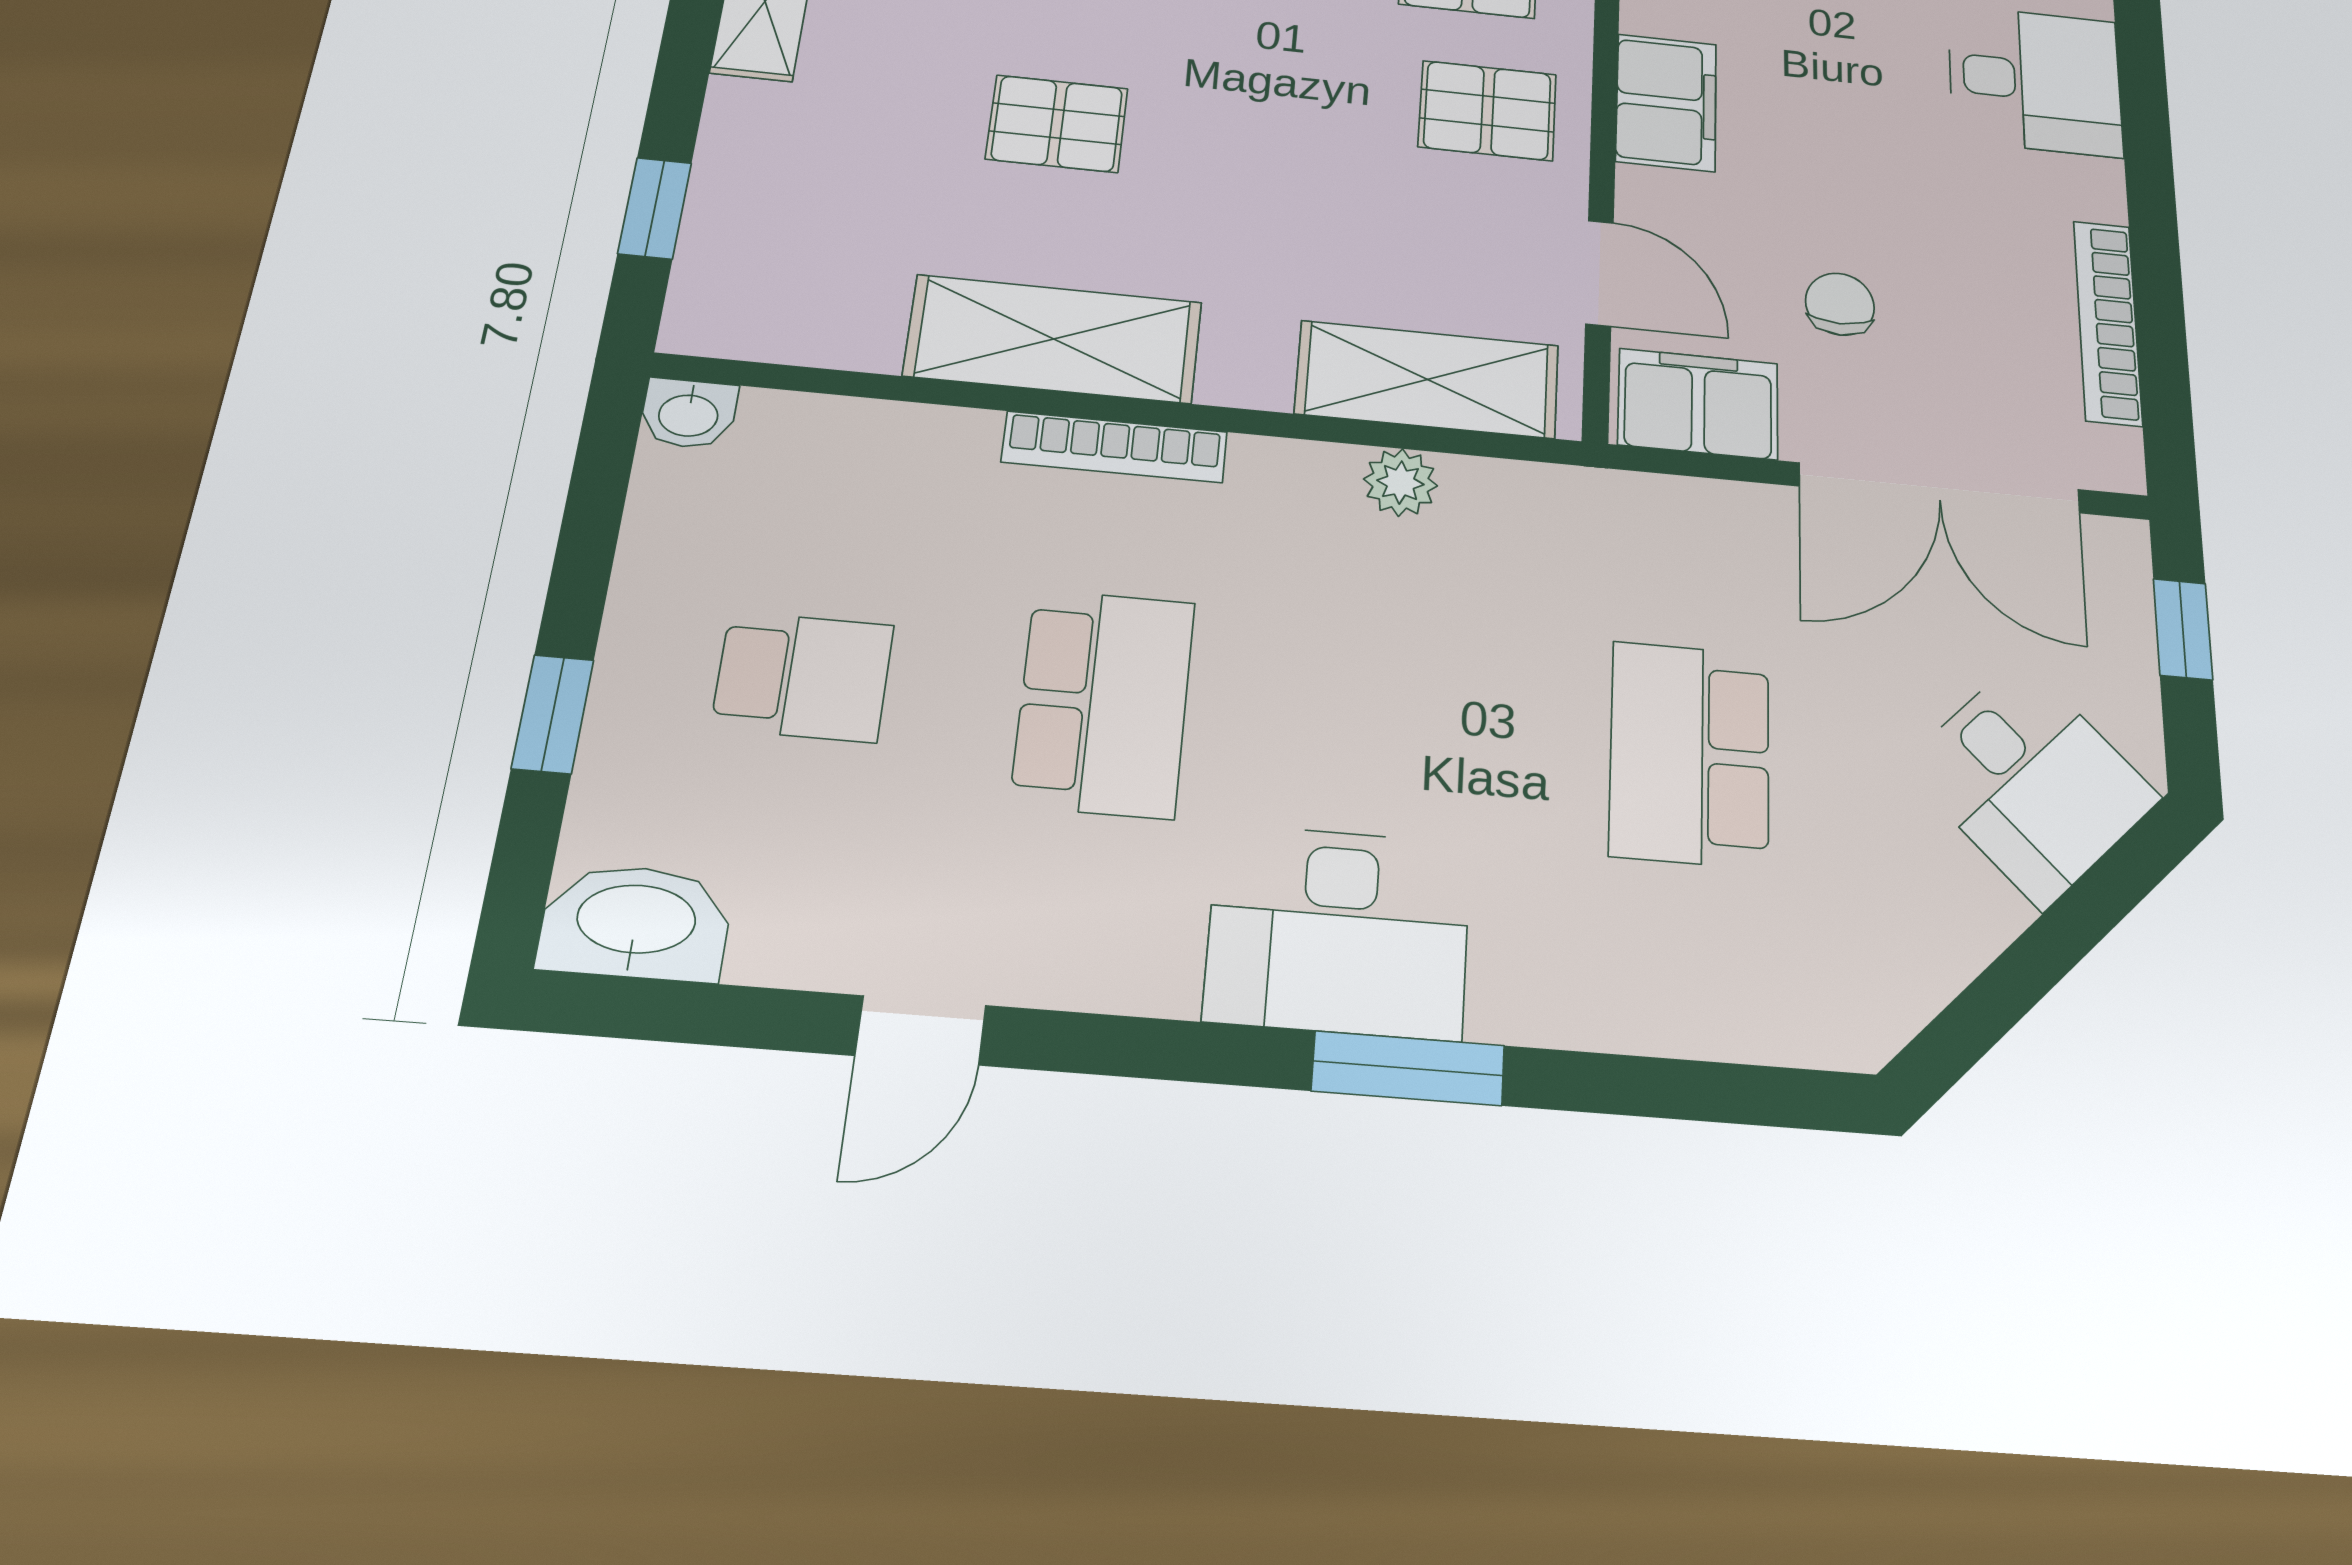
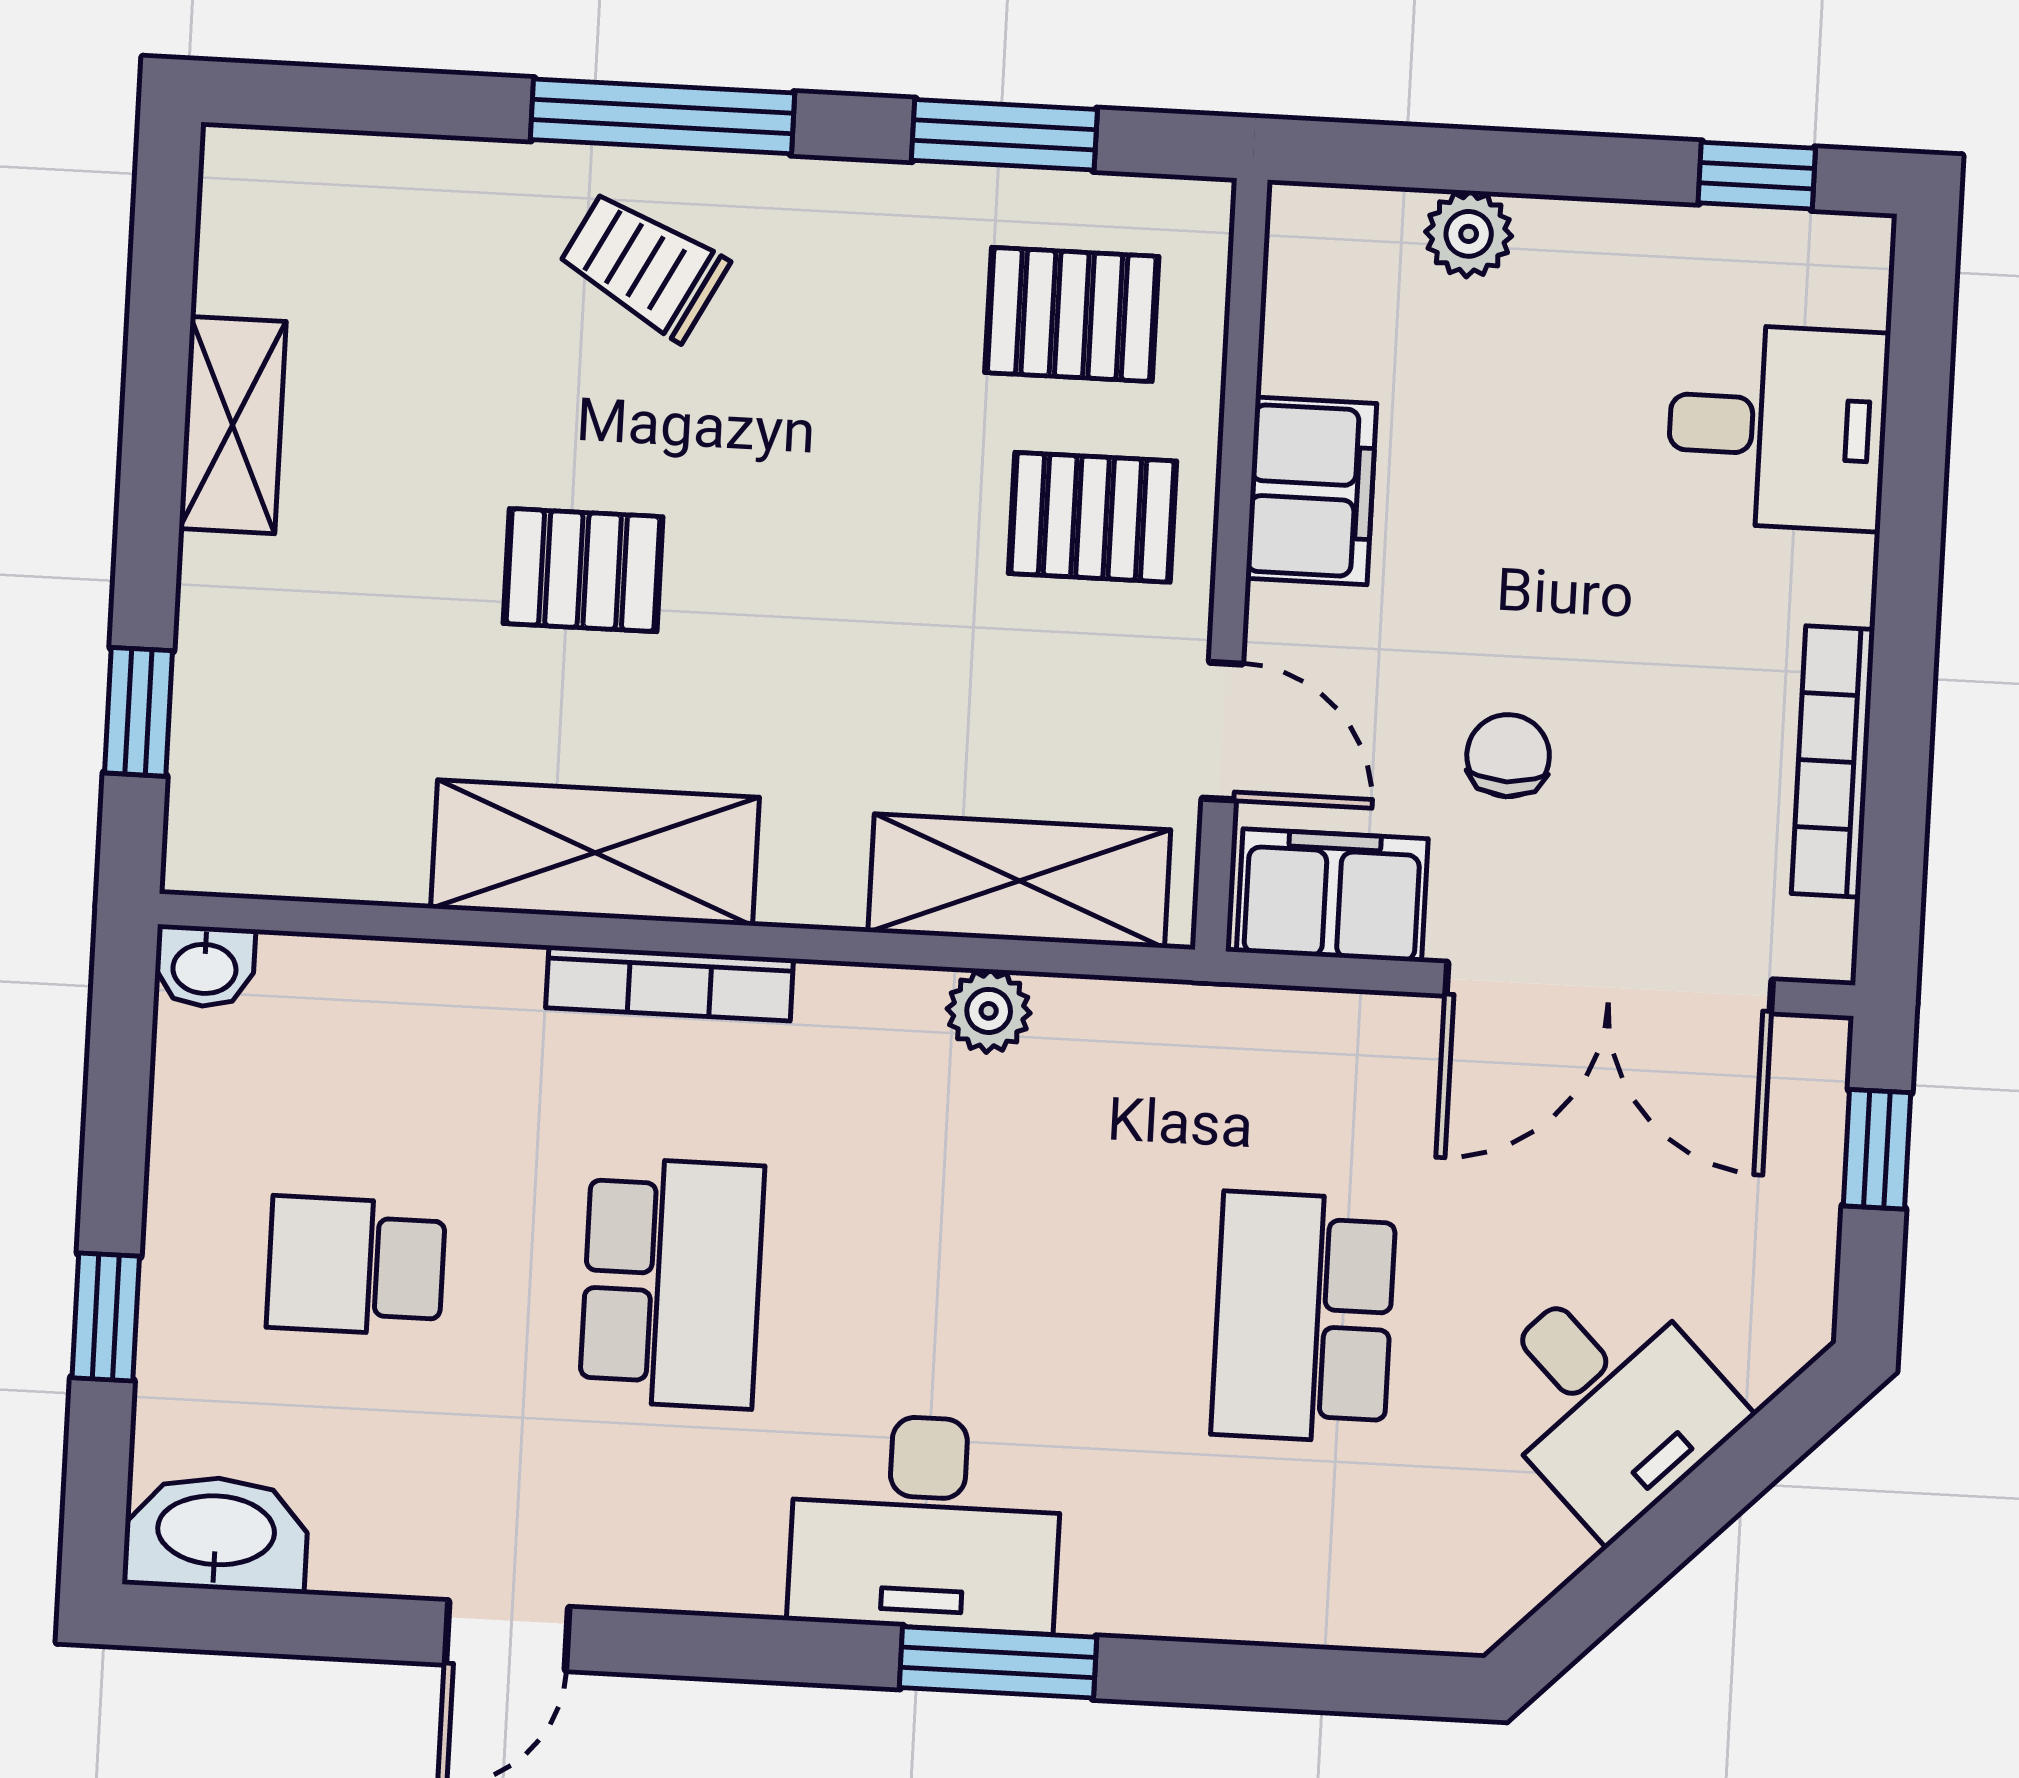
school desk: (803, 677) -> (356, 1266), turned 180
desk: (2031, 782) -> (1609, 1401), moved

